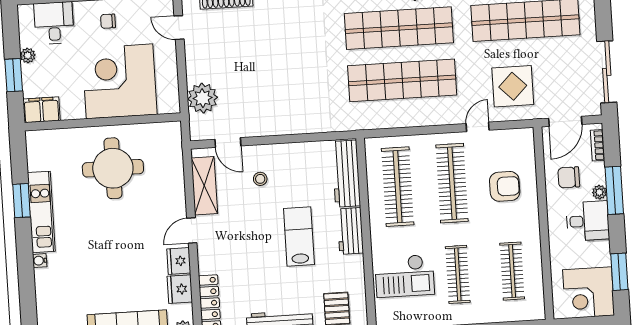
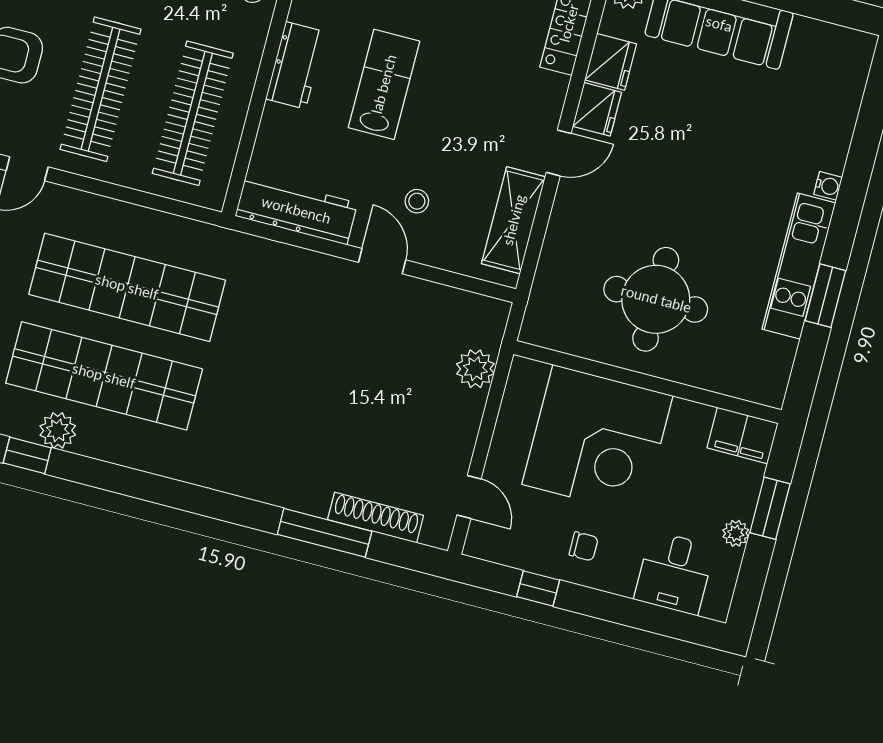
plant: (203, 98) -> (475, 369), width x0.73, depth x0.73
door: (228, 143) -> (382, 261), moved
workbench: (346, 174) -> (296, 210), moved, turned -90
lab bench: (299, 236) -> (384, 84), turned 180

